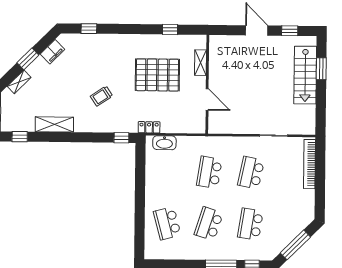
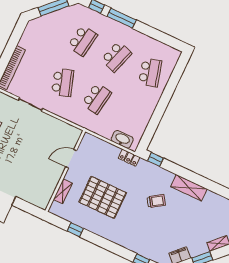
door: (207, 99) -> (71, 159), hinge flipped
shelving: (54, 124) -> (189, 188), moved
school desk: (251, 173) -> (63, 82), turned -30

